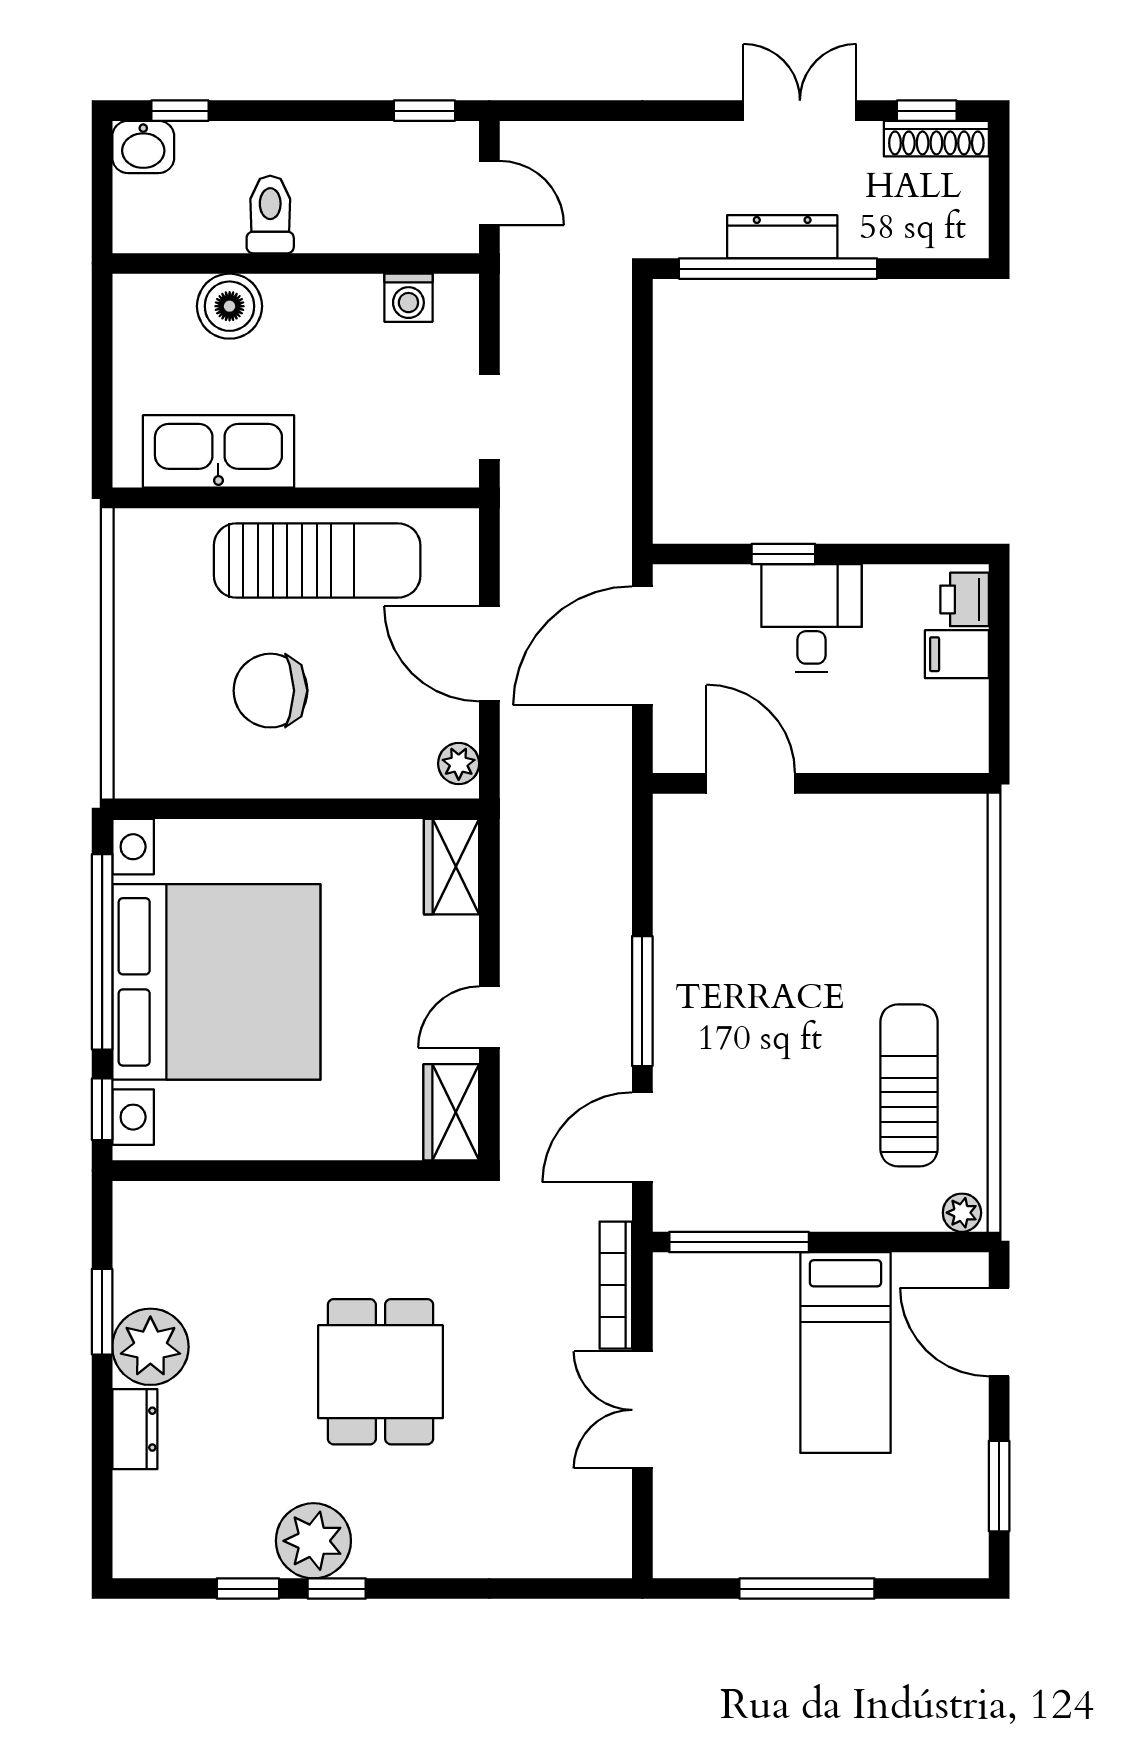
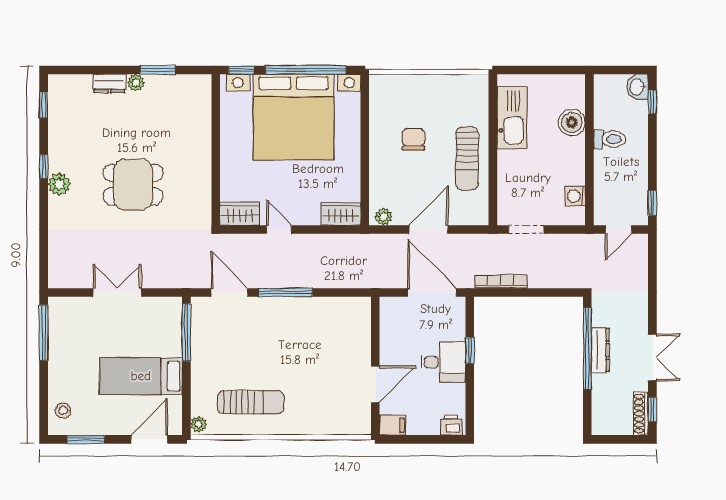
sun lounger: (317, 560) -> (467, 159), width x0.73, depth x0.75
filing cabinet: (957, 654) -> (393, 425), moved, turned 90
chair: (270, 691) -> (413, 139), width x0.73, depth x0.73
door: (751, 783) -> (375, 384), moved
bookcase: (616, 1285) -> (501, 282), moved
plant: (150, 1347) -> (136, 83), width x0.53, depth x0.53
plant: (313, 1541) -> (59, 184), moved, width x0.73, depth x0.73
stool: (929, 1542) -> (63, 411), added
window: (248, 1589) -> (44, 105), moved
window: (807, 1589) -> (44, 333), moved

